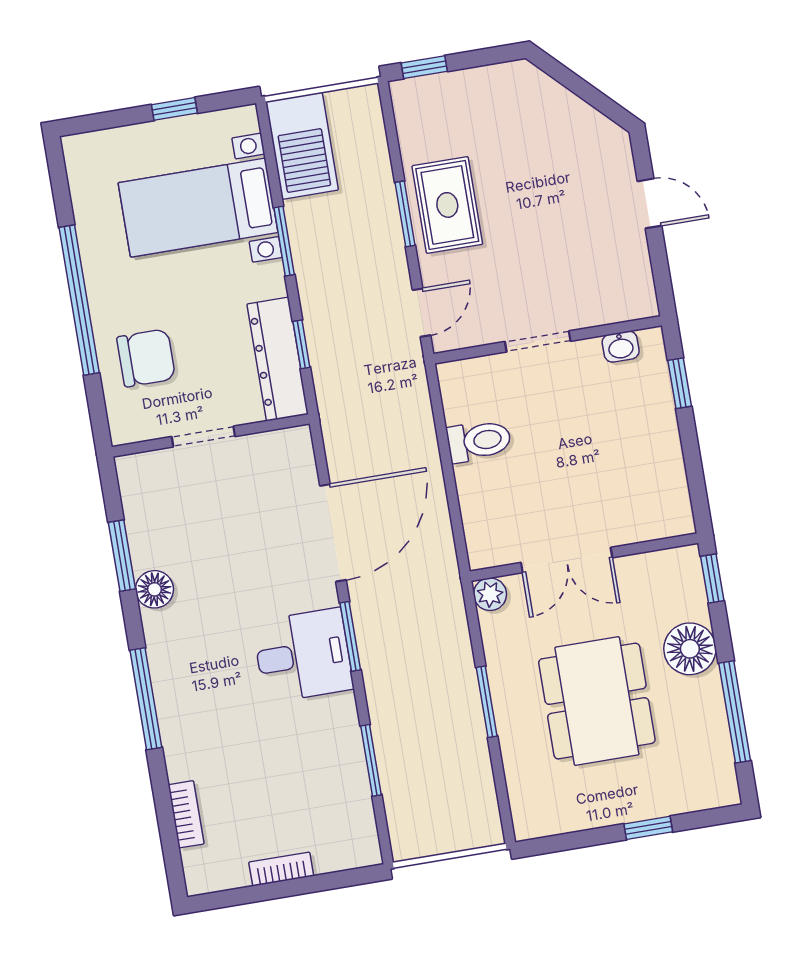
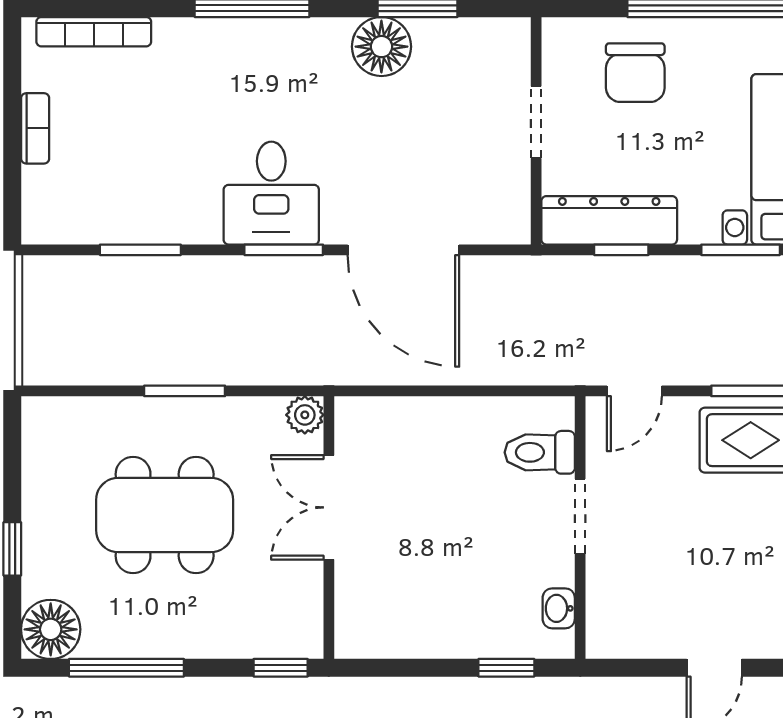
door: (422, 313) -> (634, 391), hinge flipped
toilet: (479, 441) -> (540, 452), moved, turned 90
floor lamp: (154, 589) -> (381, 47), width x1.38, depth x1.38
floor lamp: (690, 649) -> (51, 629), moved
bookcase: (186, 814) -> (94, 32), width x1.56

